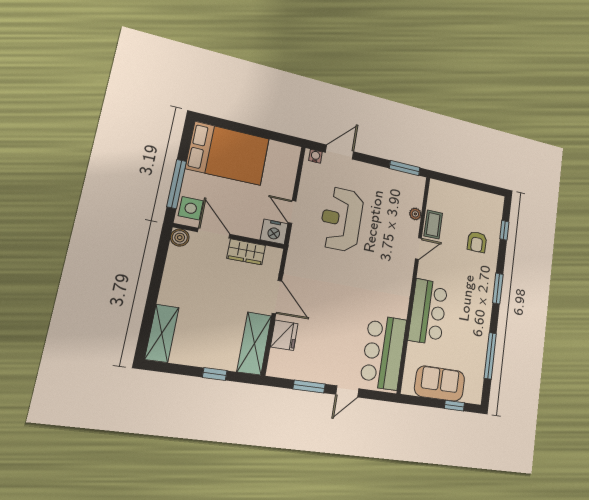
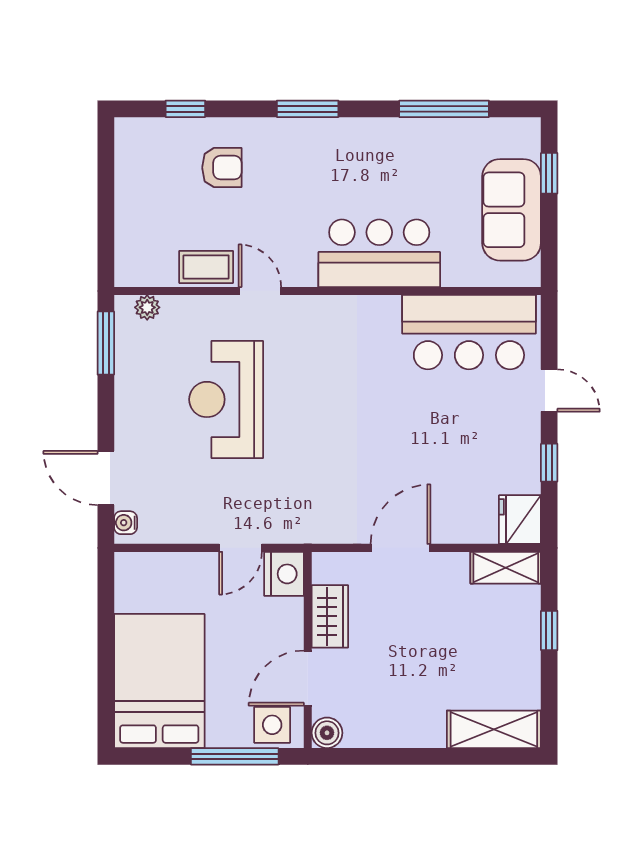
plant: (415, 214) -> (147, 307), moved
reception desk: (341, 219) -> (226, 399), moved, turned 90
fridge: (284, 335) -> (520, 520), moved, turned -90
shelving: (254, 344) -> (506, 568), width x0.67, depth x0.75
window: (309, 386) -> (549, 463), width x0.67

